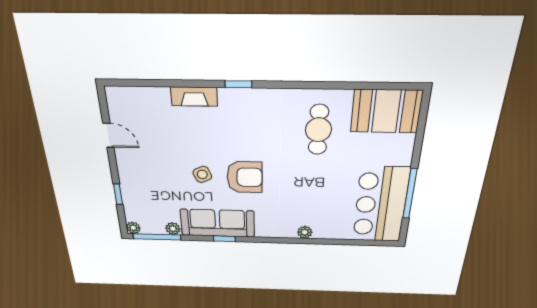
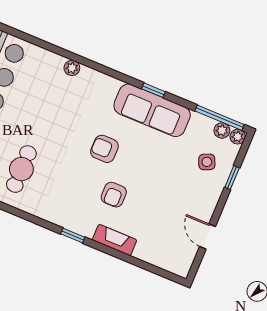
armchair: (216, 140) -> (114, 195), added
side table: (202, 174) -> (207, 162), moved
armchair: (245, 177) -> (104, 149), width x0.72, depth x0.72
plant: (173, 229) -> (222, 130), moved

